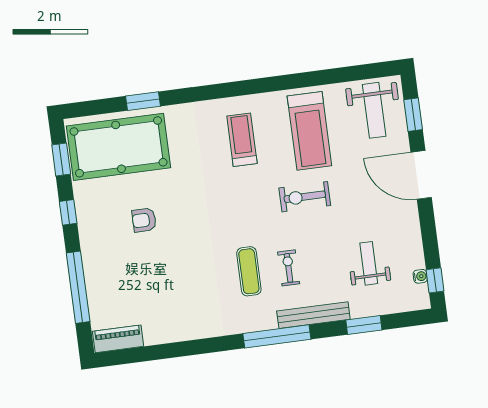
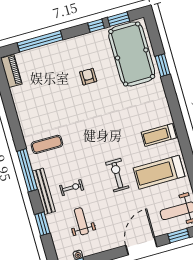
treadmill: (242, 140) -> (159, 135), moved, turned 180
window: (68, 212) -> (96, 26), moved
weight bench: (369, 263) -> (81, 221), turned -90
exercise bike: (289, 268) -> (72, 188), moved
exercise mat: (249, 271) -> (47, 144), moved

